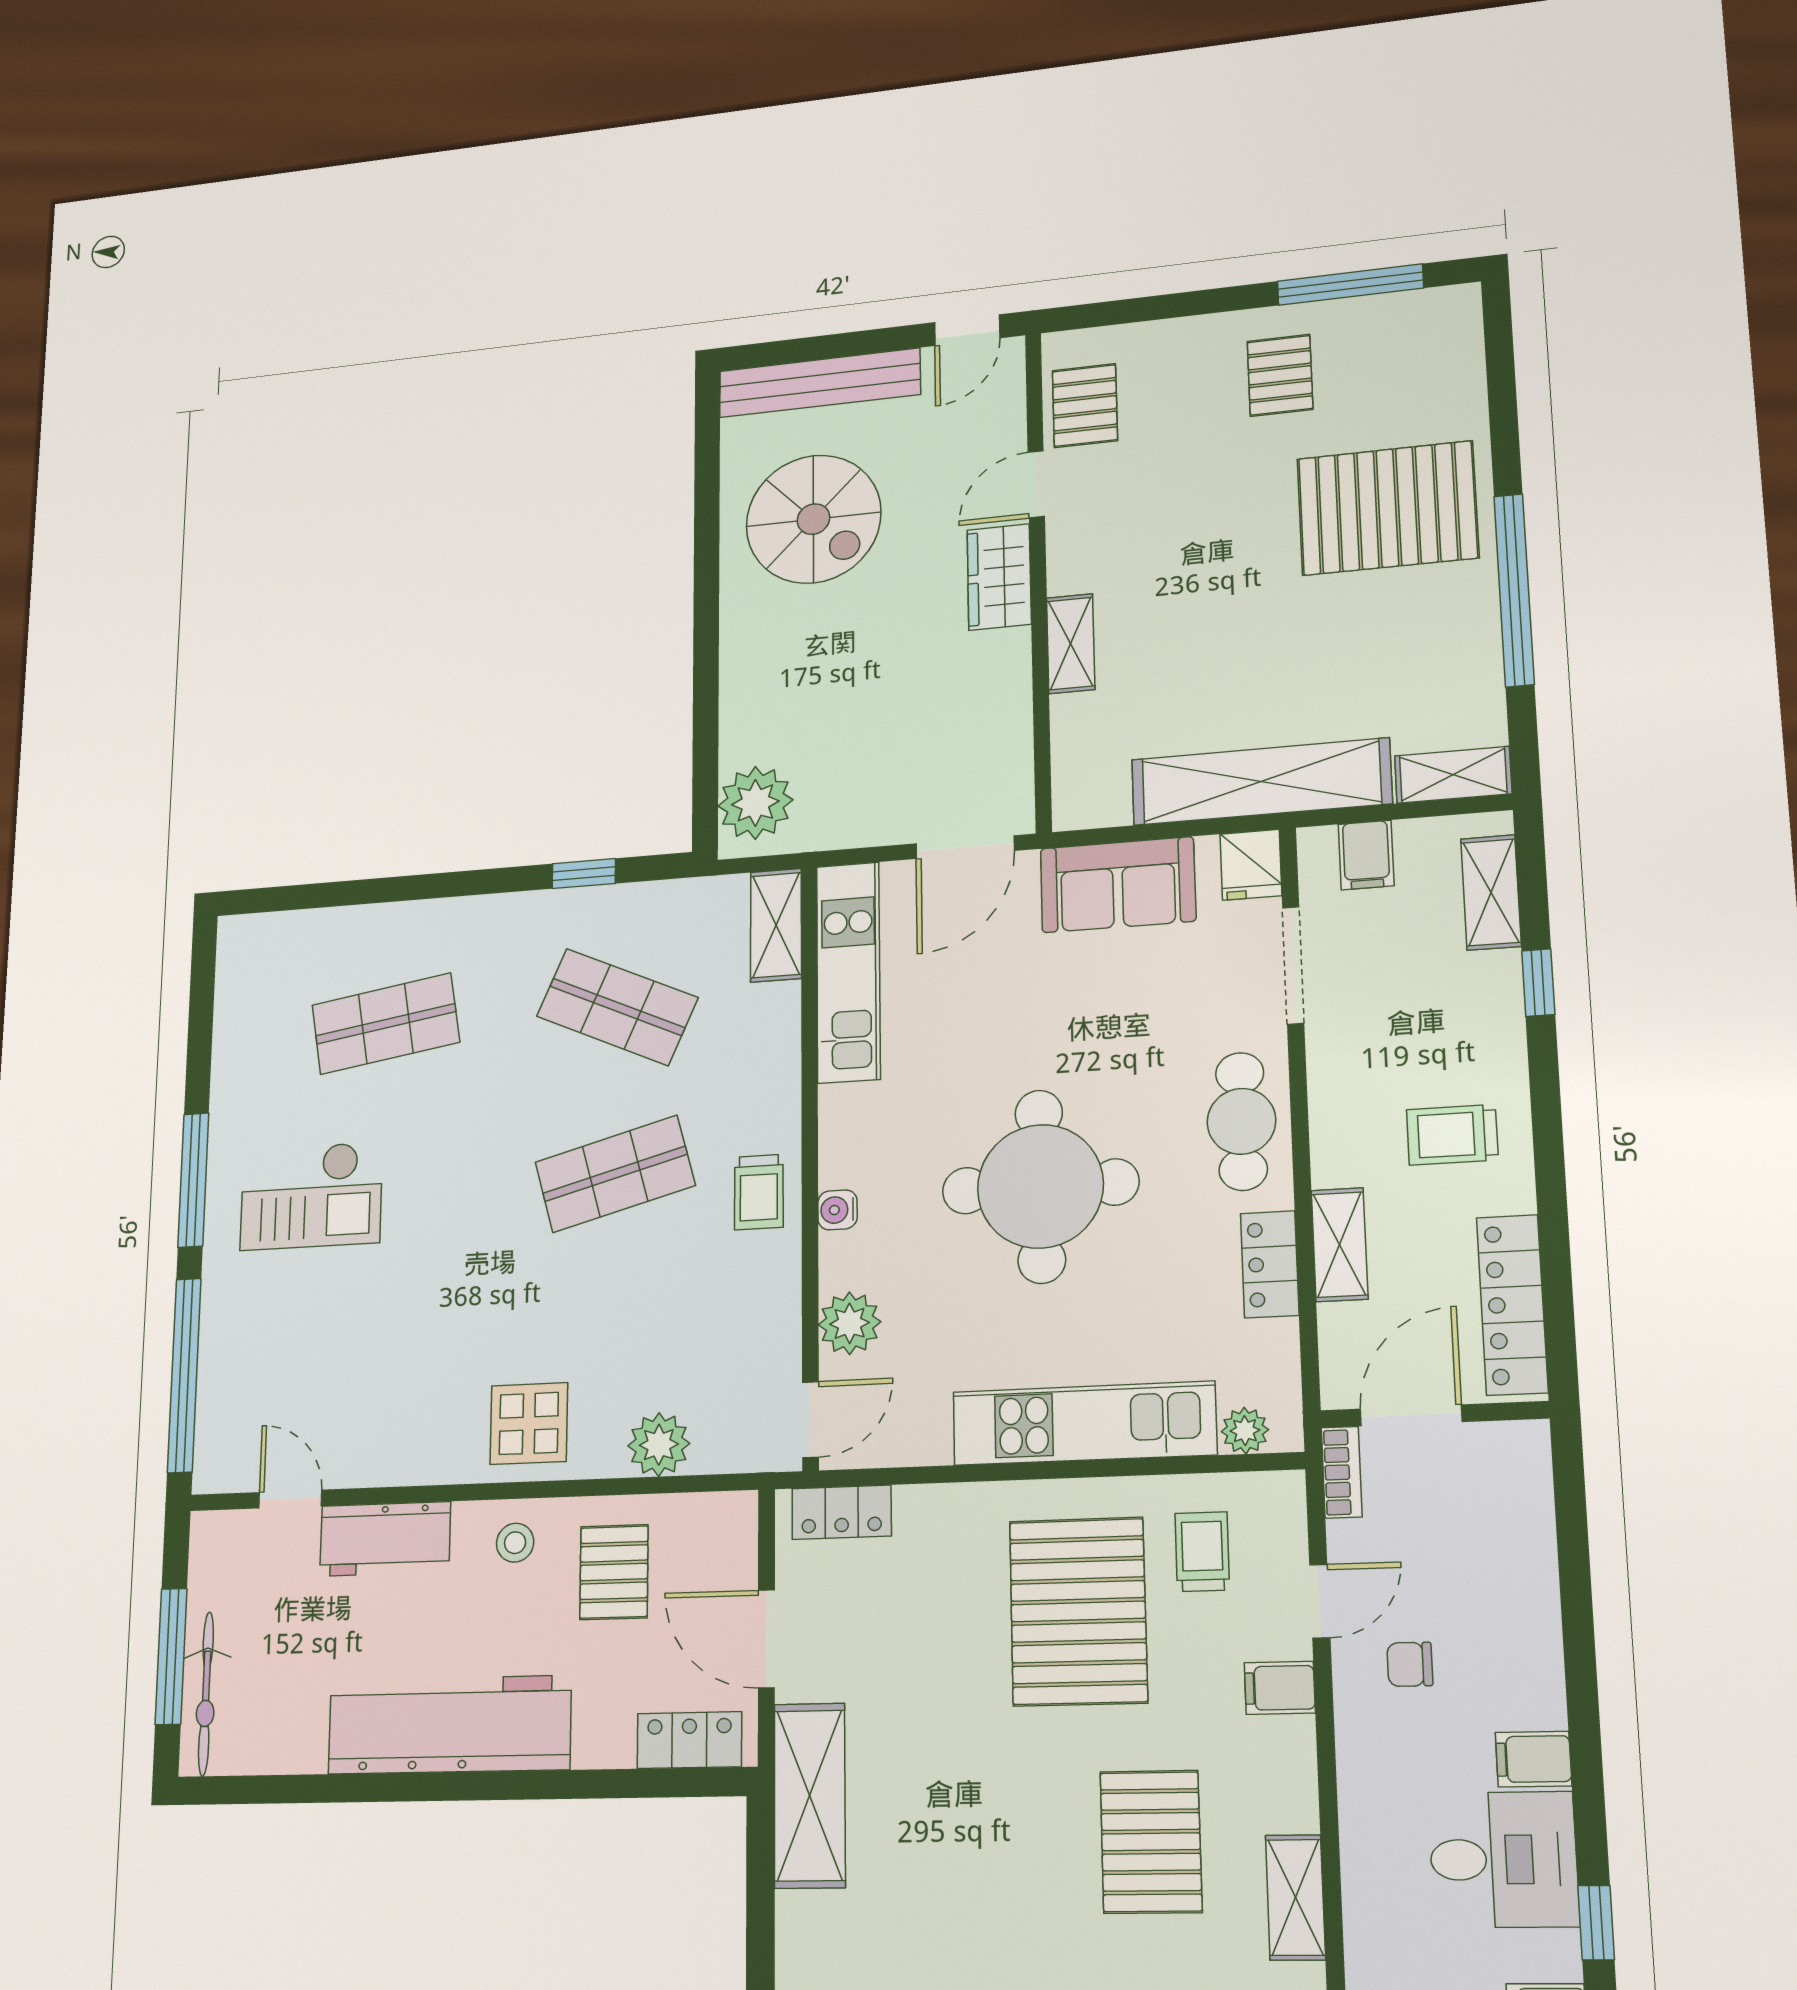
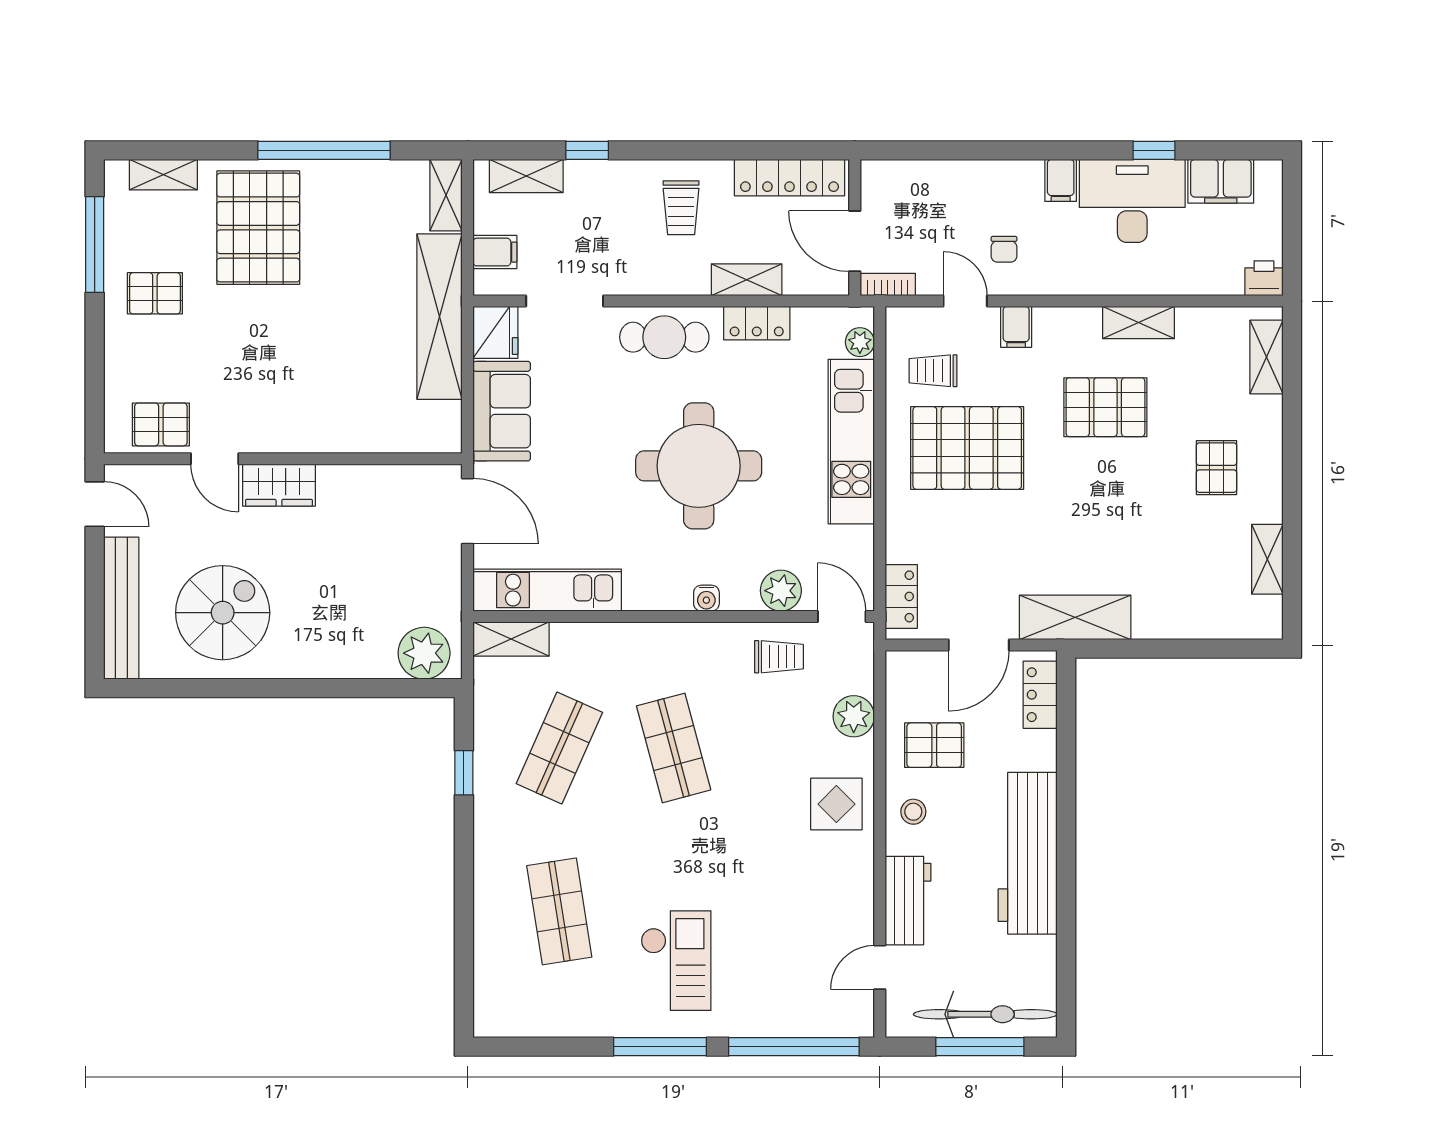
shelving: (1071, 644) -> (163, 175), moved
fridge: (1251, 865) -> (495, 332), width x1.38
trolley: (759, 1192) -> (779, 657), moved
bicycle: (206, 1694) -> (985, 1014), width x1.37, depth x1.40
desk: (1503, 1859) -> (1132, 201), width x1.37

